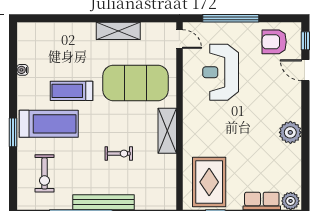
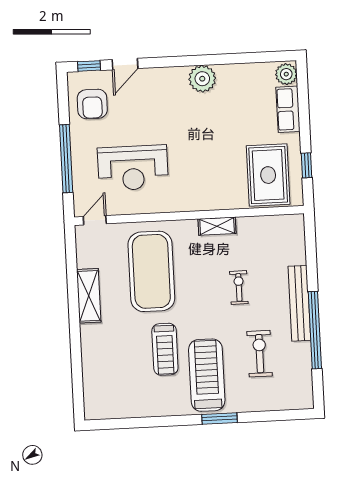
water cooler: (22, 70) -> (142, 411), removed
shelving: (167, 131) -> (217, 226), width x0.67, depth x0.75
exercise bike: (44, 173) -> (260, 354), moved, turned -90
rug: (209, 182) -> (268, 175), turned 90

